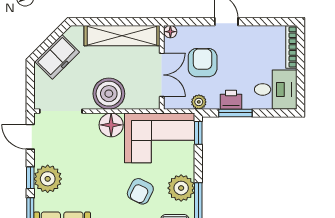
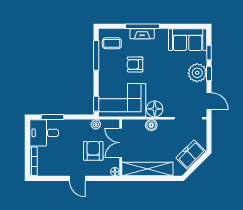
armchair: (203, 63) -> (93, 151), turned 180
boiler: (109, 94) -> (151, 125), width x0.54, depth x0.54
printer: (231, 100) -> (74, 126), removed
window: (235, 113) -> (53, 117), moved
plant: (181, 188) -> (108, 67), removed
armchair: (140, 191) -> (135, 64), turned -116

